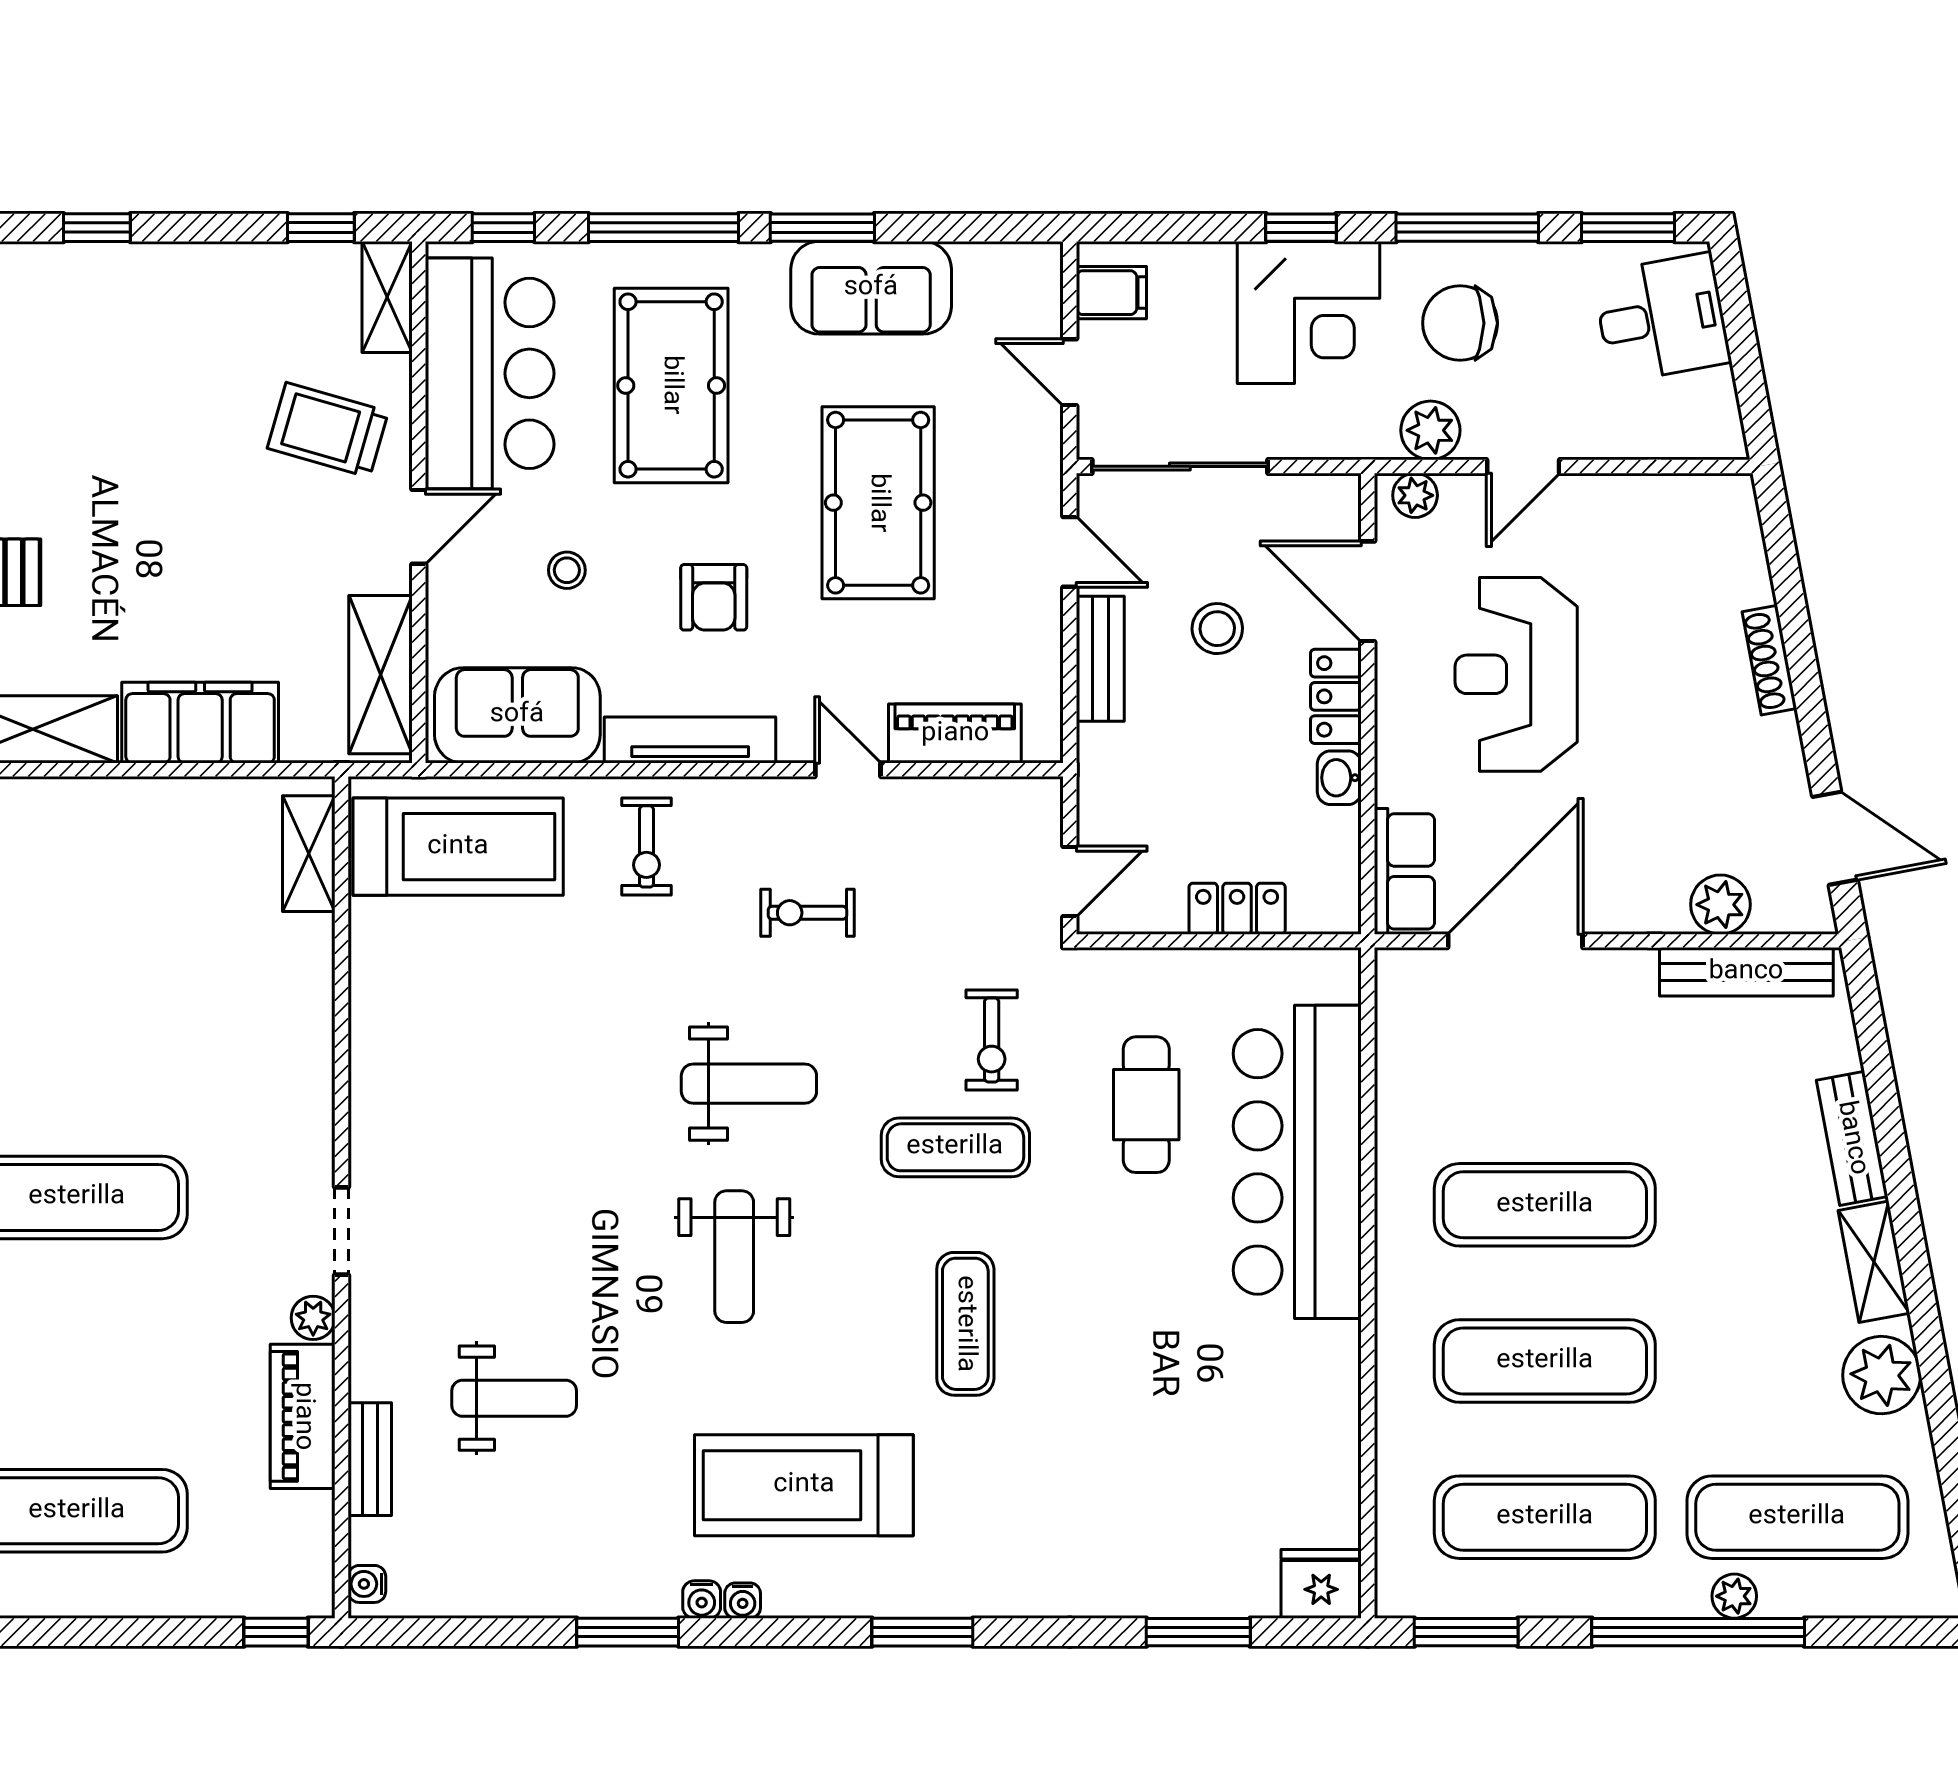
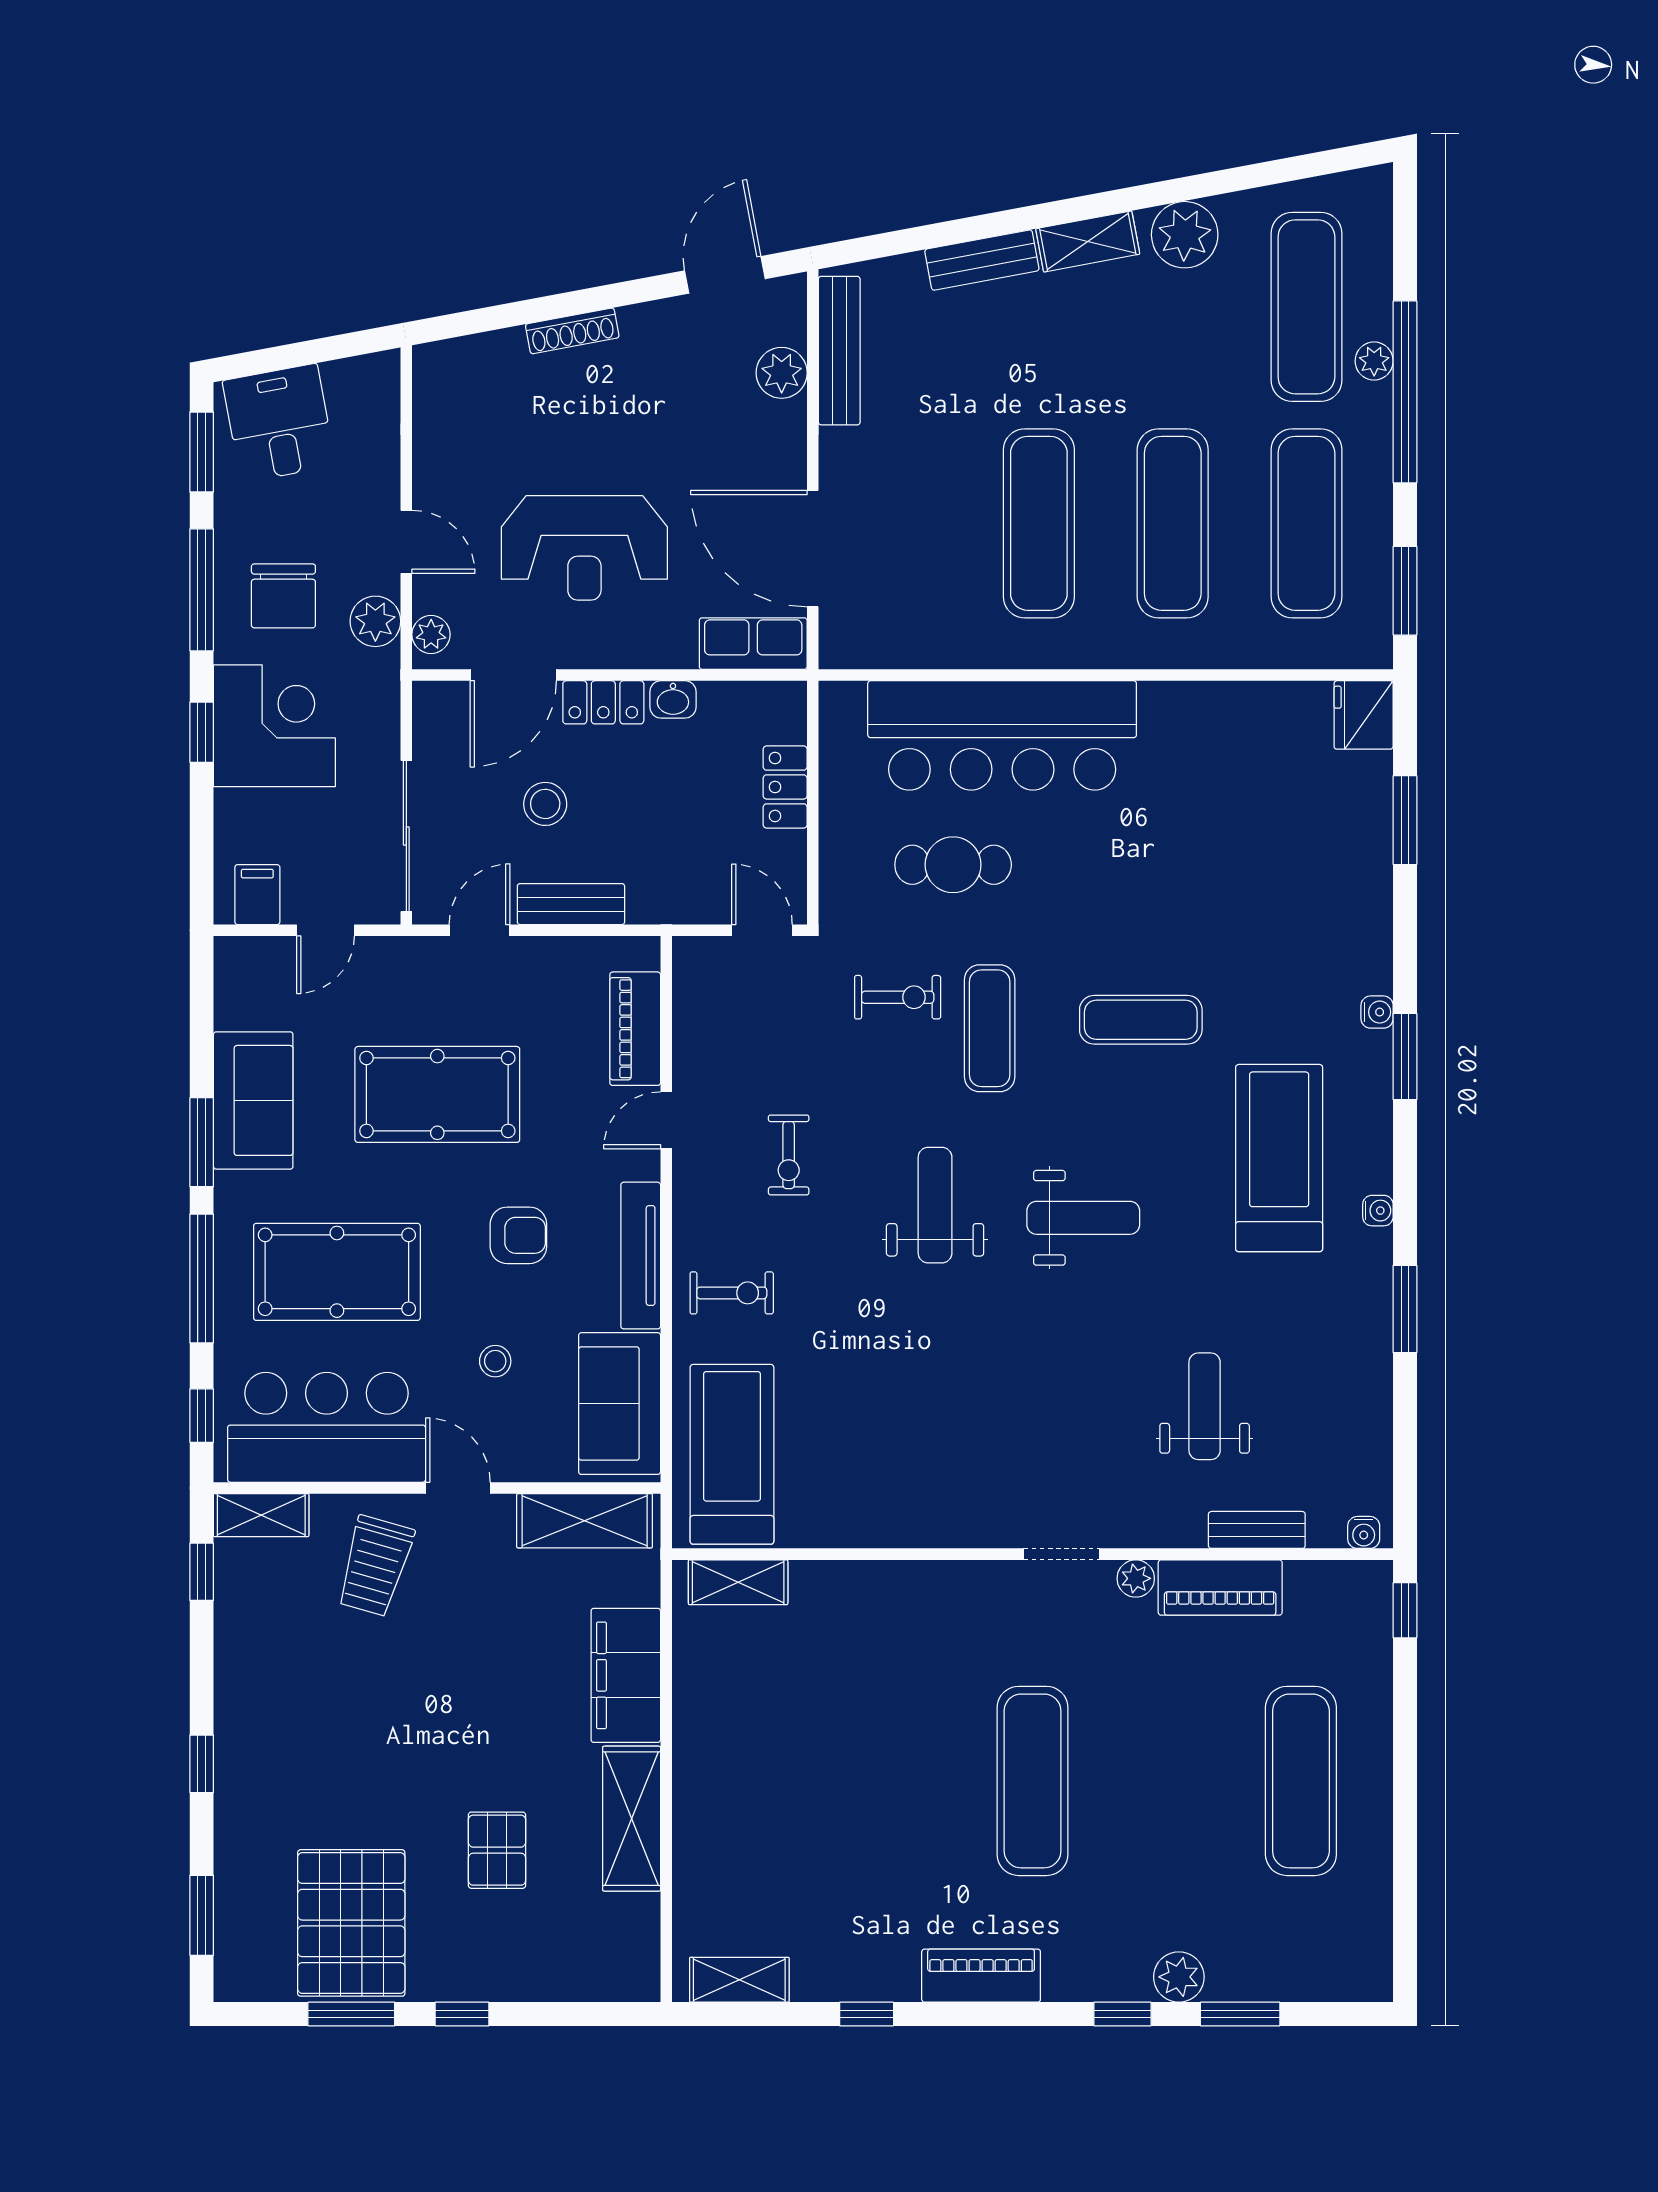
treadmill: (804, 1485) -> (1279, 1158), turned 180
water cooler: (702, 1600) -> (1377, 1012), moved

